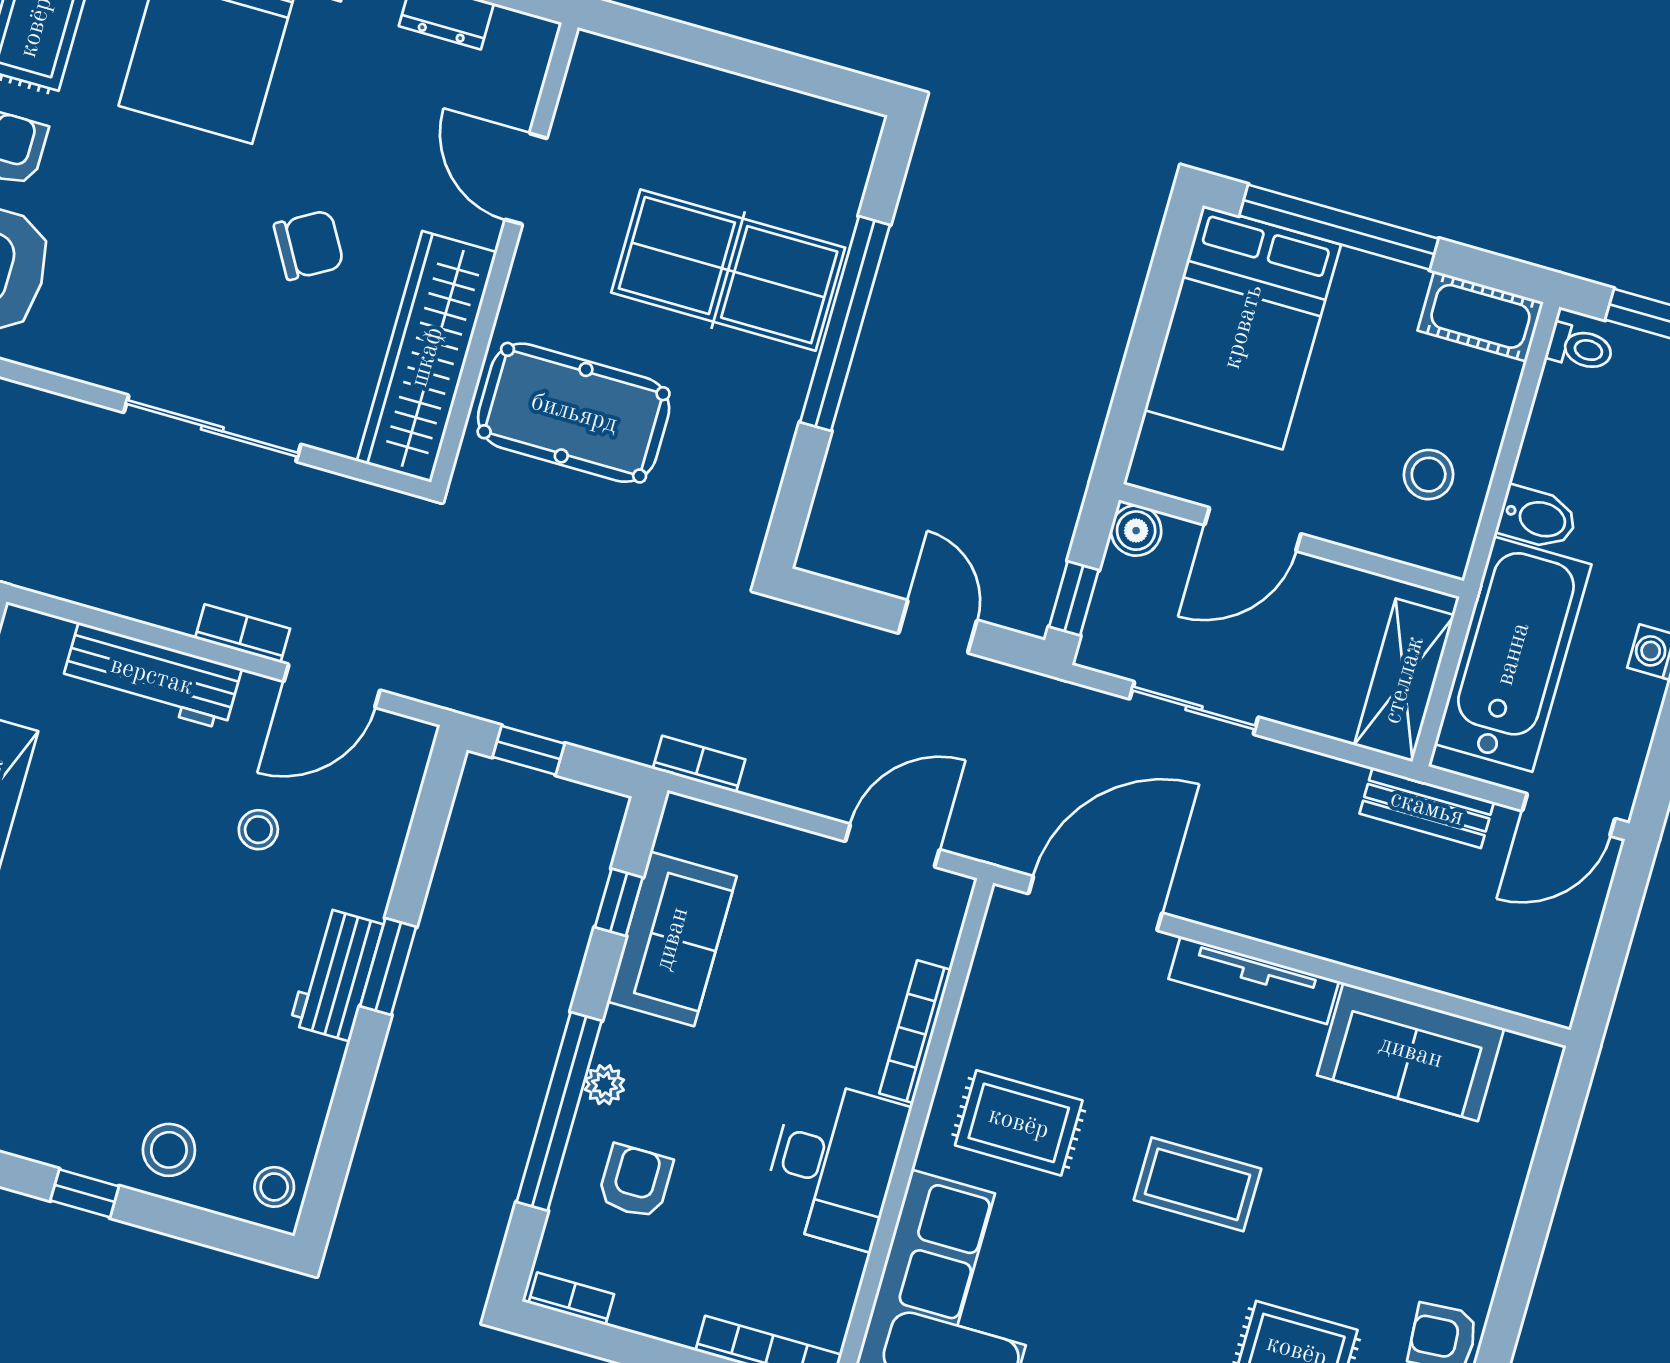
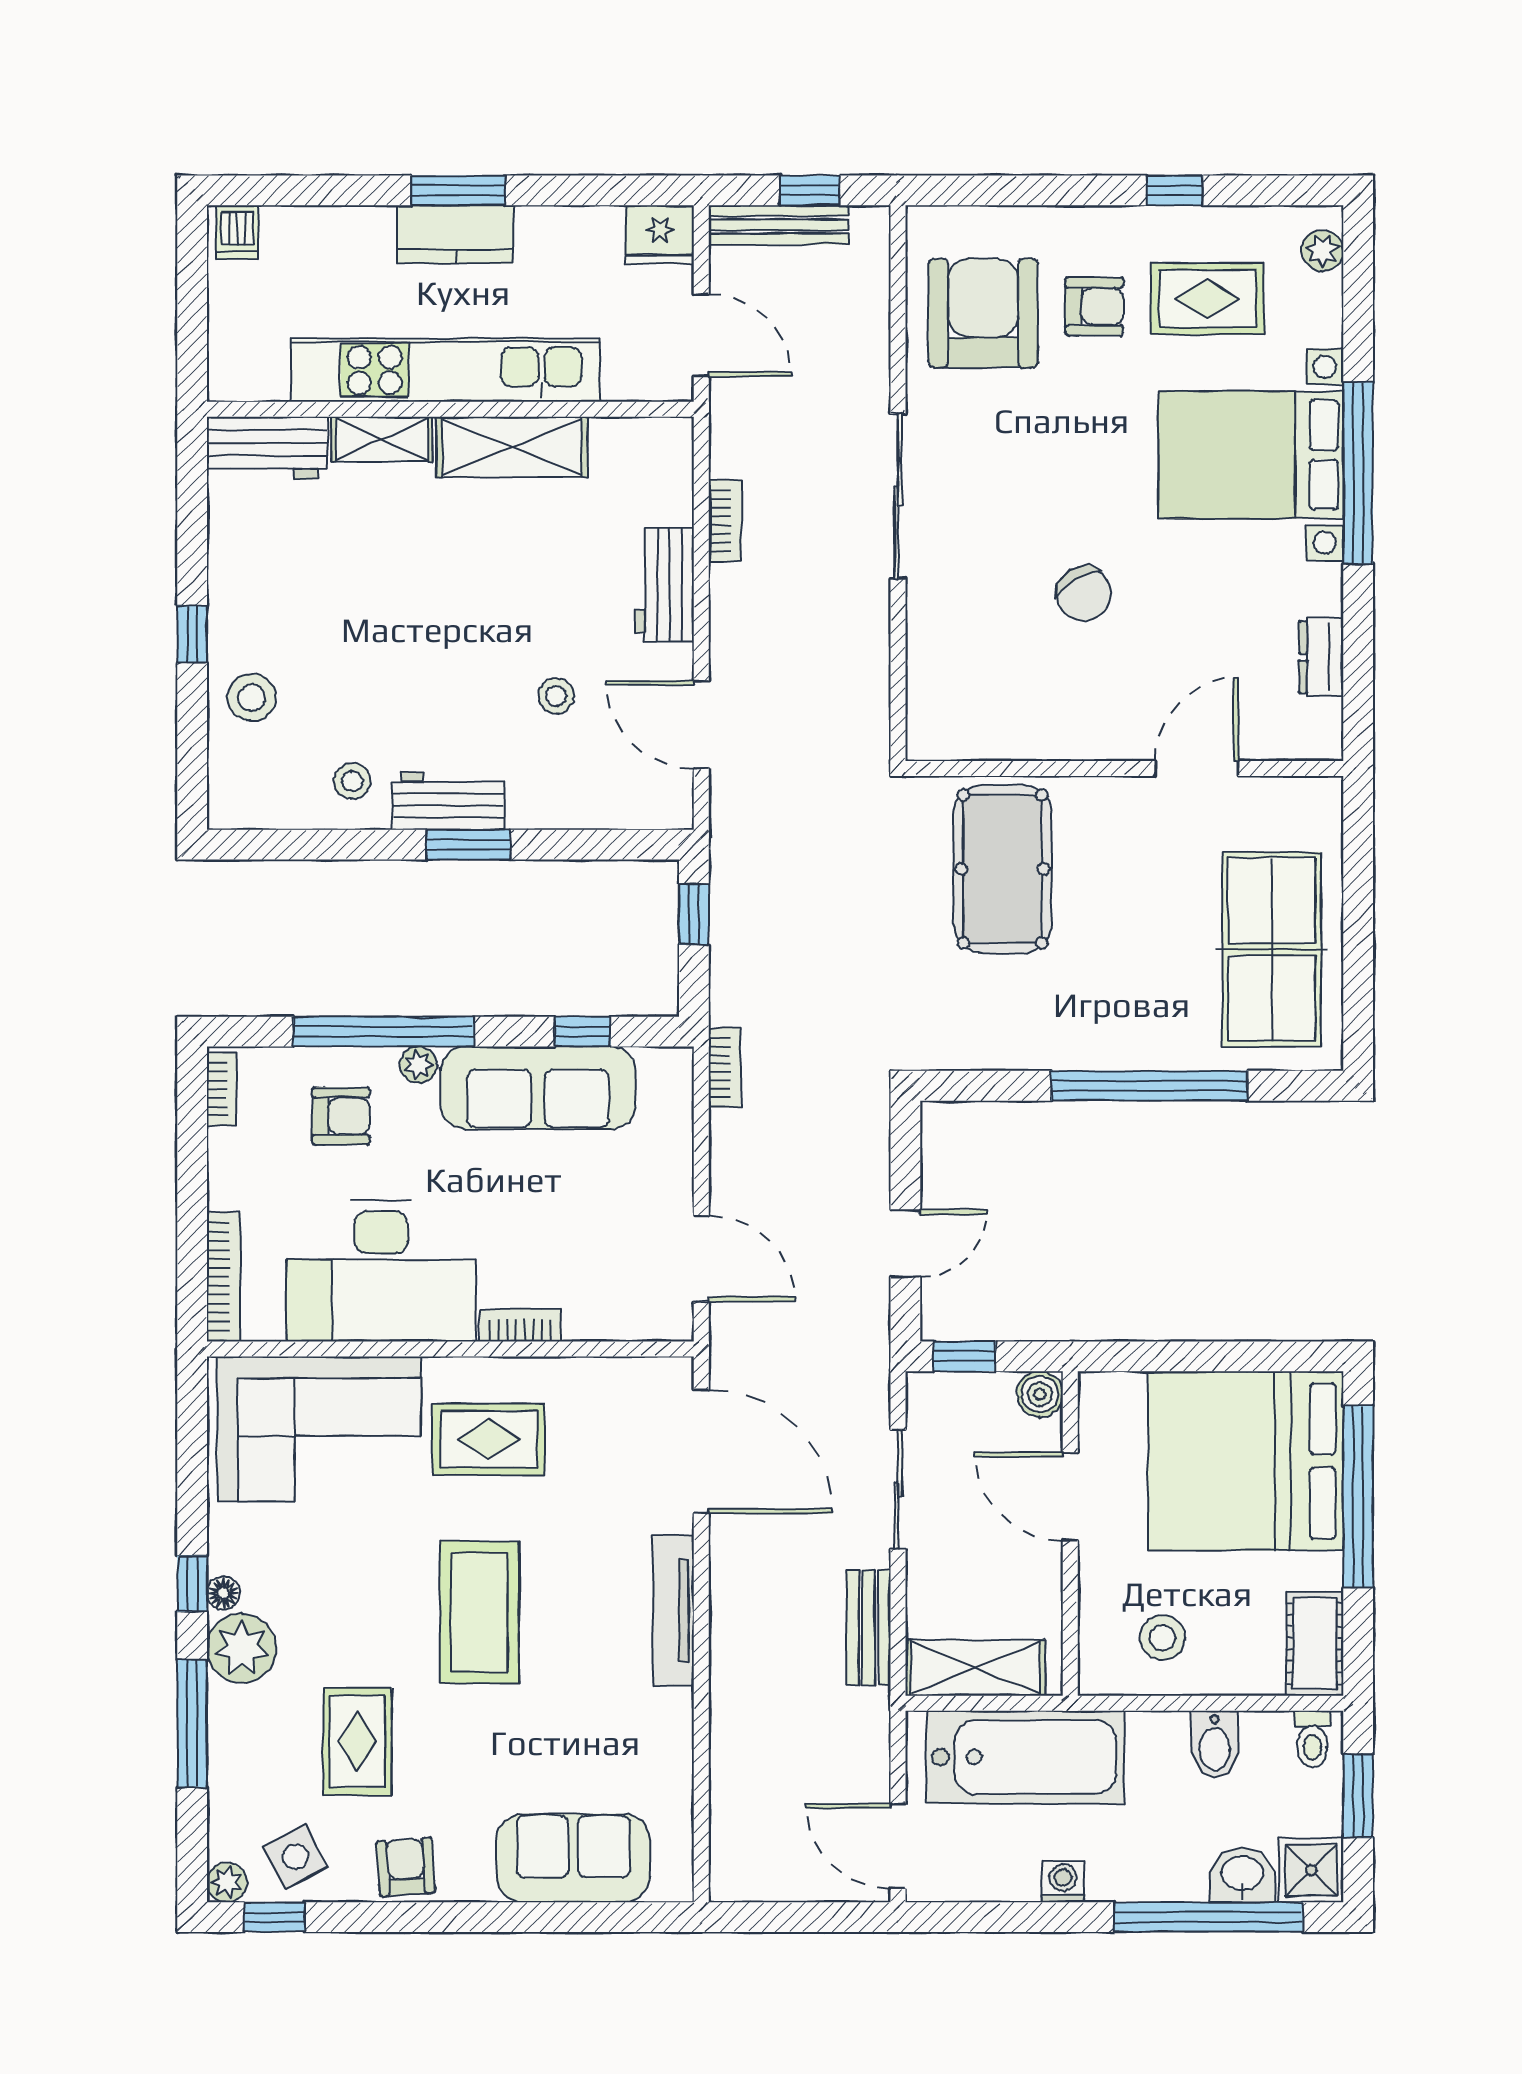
table tennis table: (728, 270) -> (1272, 949), moved
bed: (1243, 327) -> (1246, 1461), width x1.36
wardrobe: (427, 357) -> (1015, 726), removed
sliding door: (212, 428) -> (898, 496), moved
bidet: (1537, 518) -> (1215, 1744), moved
bookcase: (243, 634) -> (725, 521), moved
workbench: (152, 676) -> (665, 585), width x0.73
bench: (1427, 808) -> (869, 1628), moved
sofa: (672, 939) -> (538, 1088), width x1.36
bookcase: (915, 1032) -> (520, 1325), width x0.64
sofa: (1411, 1052) -> (573, 1858), moved, turned 90
rug: (1019, 1123) -> (489, 1439), turned 90
desk: (834, 1164) -> (381, 1271), width x1.36, depth x1.30
coffee table: (1197, 1184) -> (479, 1612), width x1.36, depth x1.32
stool: (274, 1187) -> (352, 781), moved

